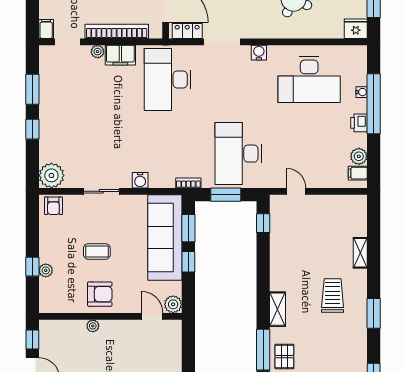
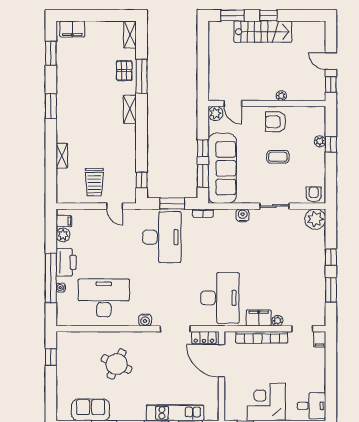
fridge: (356, 29) -> (66, 340), removed
printer: (359, 123) -> (66, 262), width x1.87, depth x1.48
trolley: (333, 295) -> (94, 182), moved

